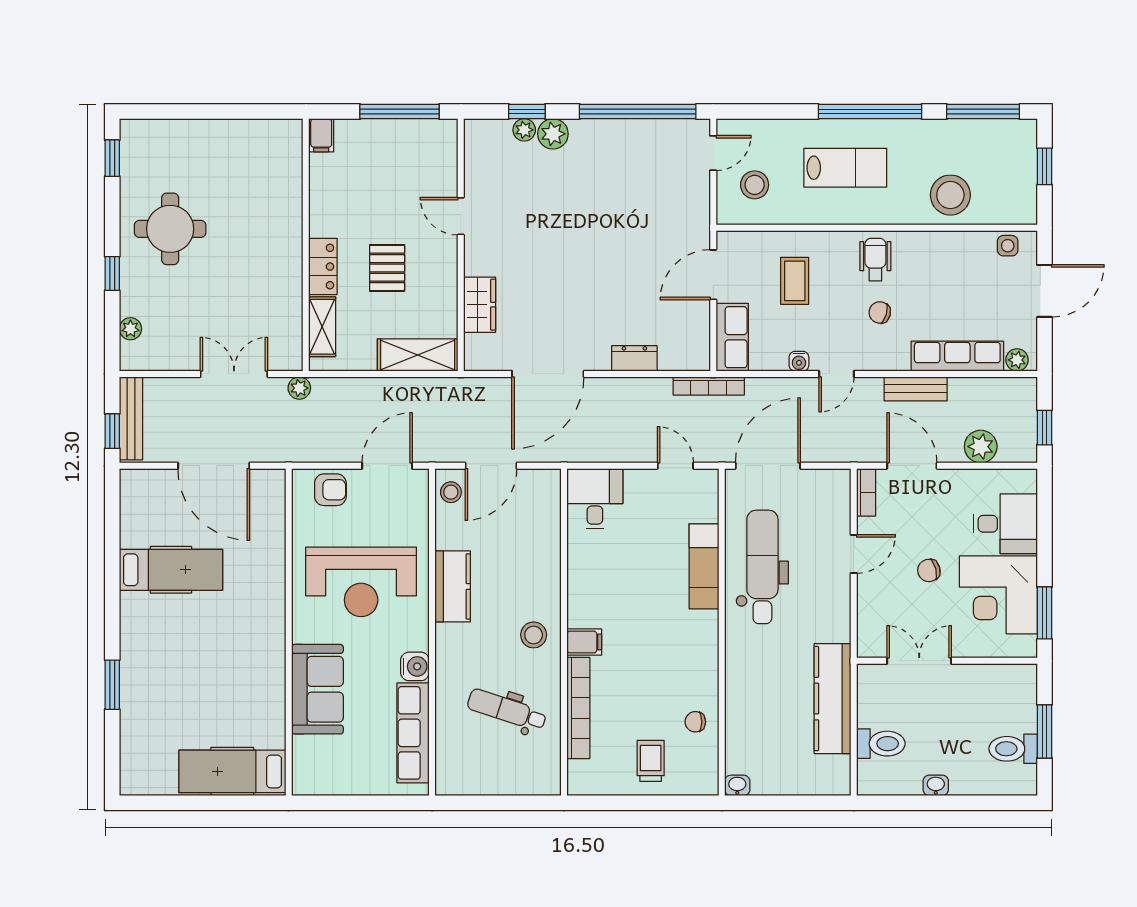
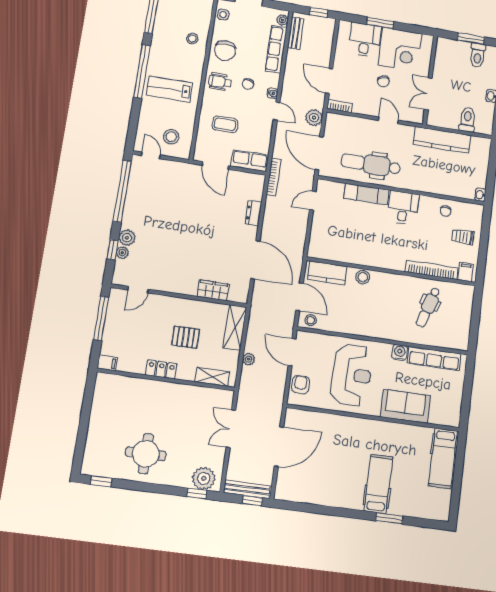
lab bench: (845, 168) -> (170, 89), turned -90
stool: (950, 195) -> (192, 39), width x0.53, depth x0.53
door: (461, 216) -> (138, 290), moved
chair: (937, 260) -> (225, 51), added
locker: (323, 267) -> (161, 369), moved
window: (112, 274) -> (197, 494), moved
plant: (130, 329) -> (204, 478), width x1.87, depth x1.87
water cooler: (799, 361) -> (272, 93), moved
plant: (299, 388) -> (249, 359), moved
bench: (916, 389) -> (296, 33), moved
plant: (981, 447) -> (314, 118), moved
door: (912, 466) -> (329, 81), hinge flipped
desk: (595, 499) -> (403, 208), moved, turned 90
door: (854, 554) -> (388, 120), moved
hospital bed: (171, 570) -> (378, 484), moved
kitchen counter: (453, 586) -> (327, 273), moved, turned 180
window: (1044, 613) -> (380, 23), moved
stool: (534, 635) -> (363, 277), moved
filing cabinet: (584, 642) -> (466, 272), moved

